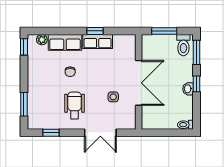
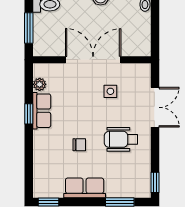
plant: (42, 40) -> (40, 84), moved
row of seats: (65, 42) -> (85, 188), moved, turned -90
window: (51, 133) -> (155, 182), moved

